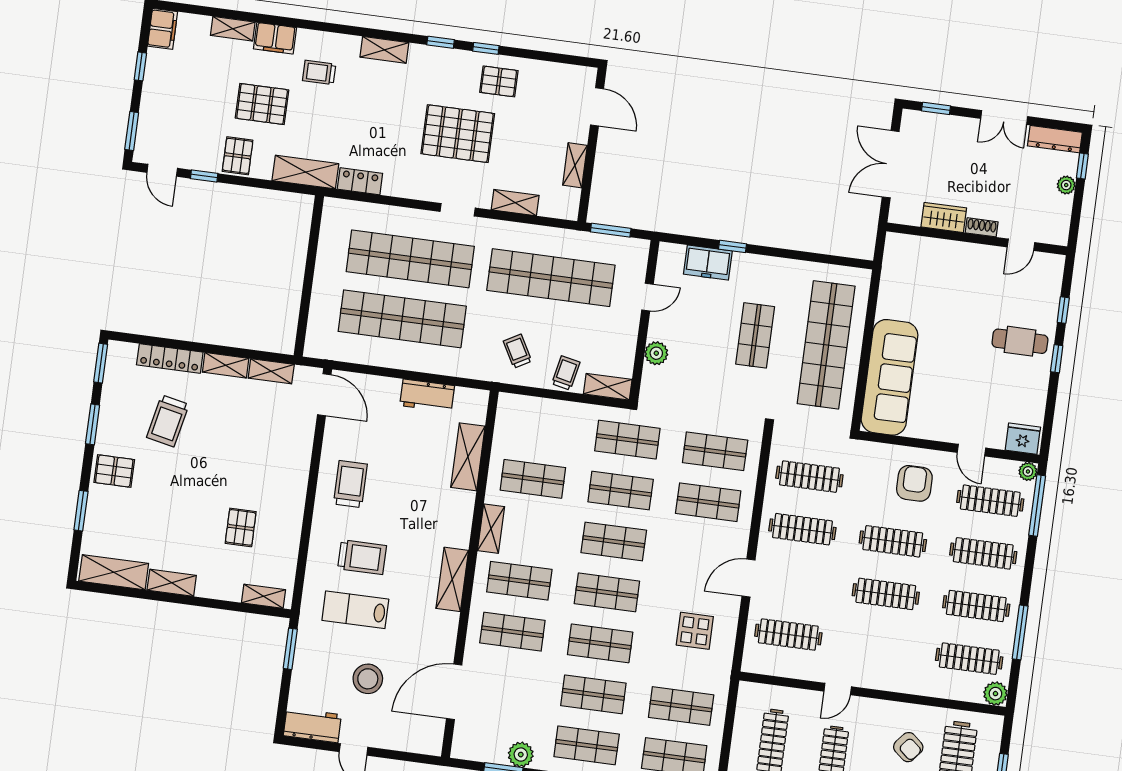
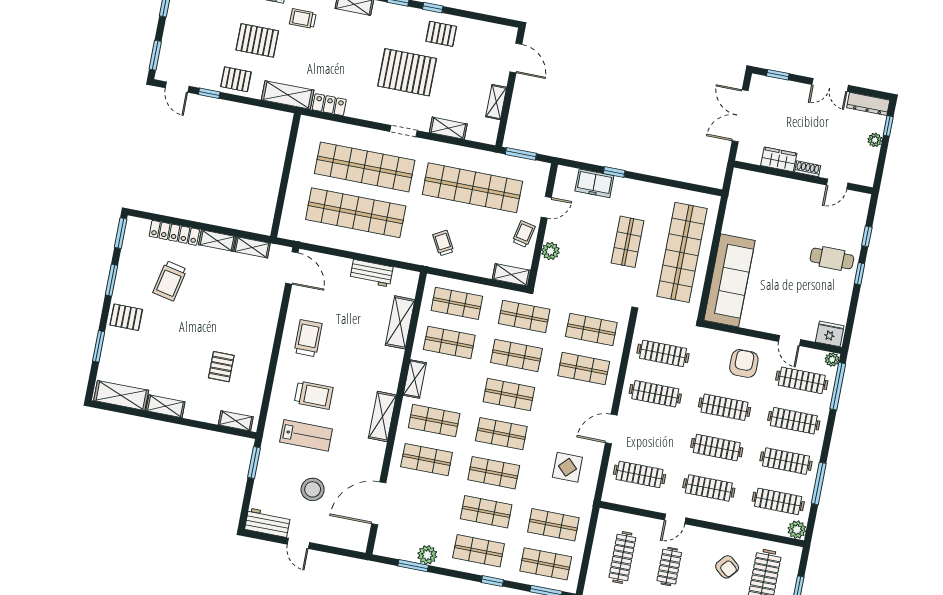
pallet: (238, 156) -> (236, 79), turned 90
trolley: (566, 373) -> (524, 234), moved
shop shelf: (540, 428) -> (457, 303), added
lab bench: (355, 610) -> (306, 435), turned 180
clothes rail: (879, 647) -> (709, 488), added

